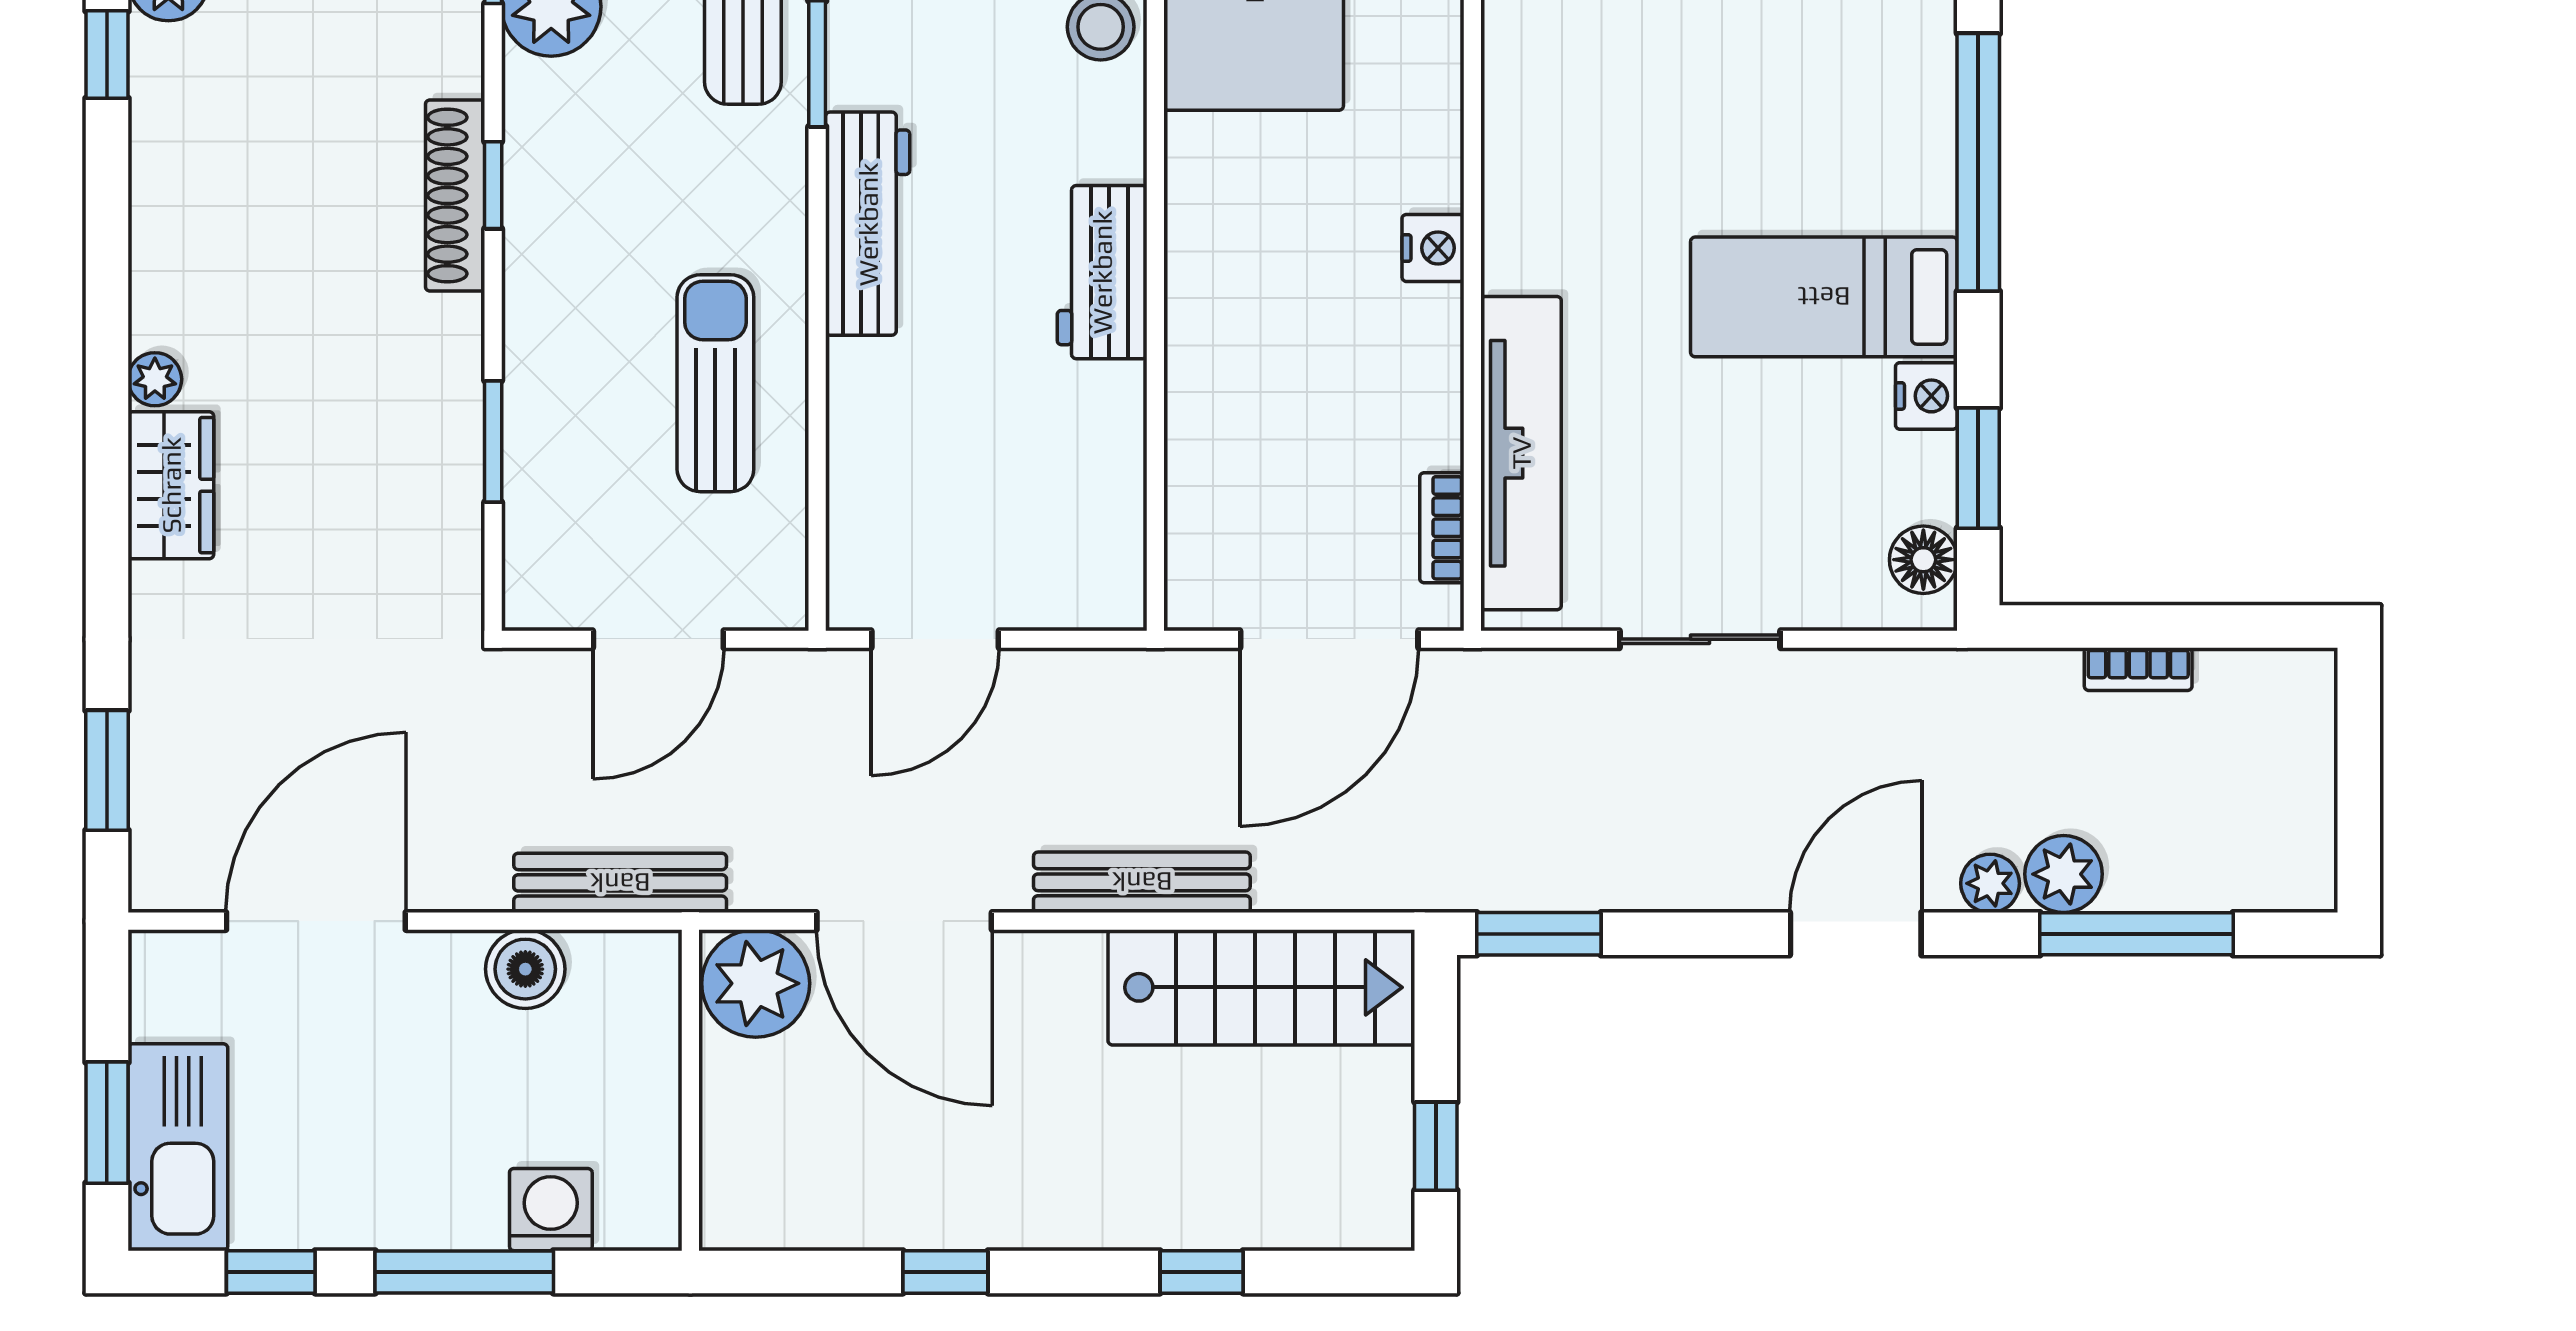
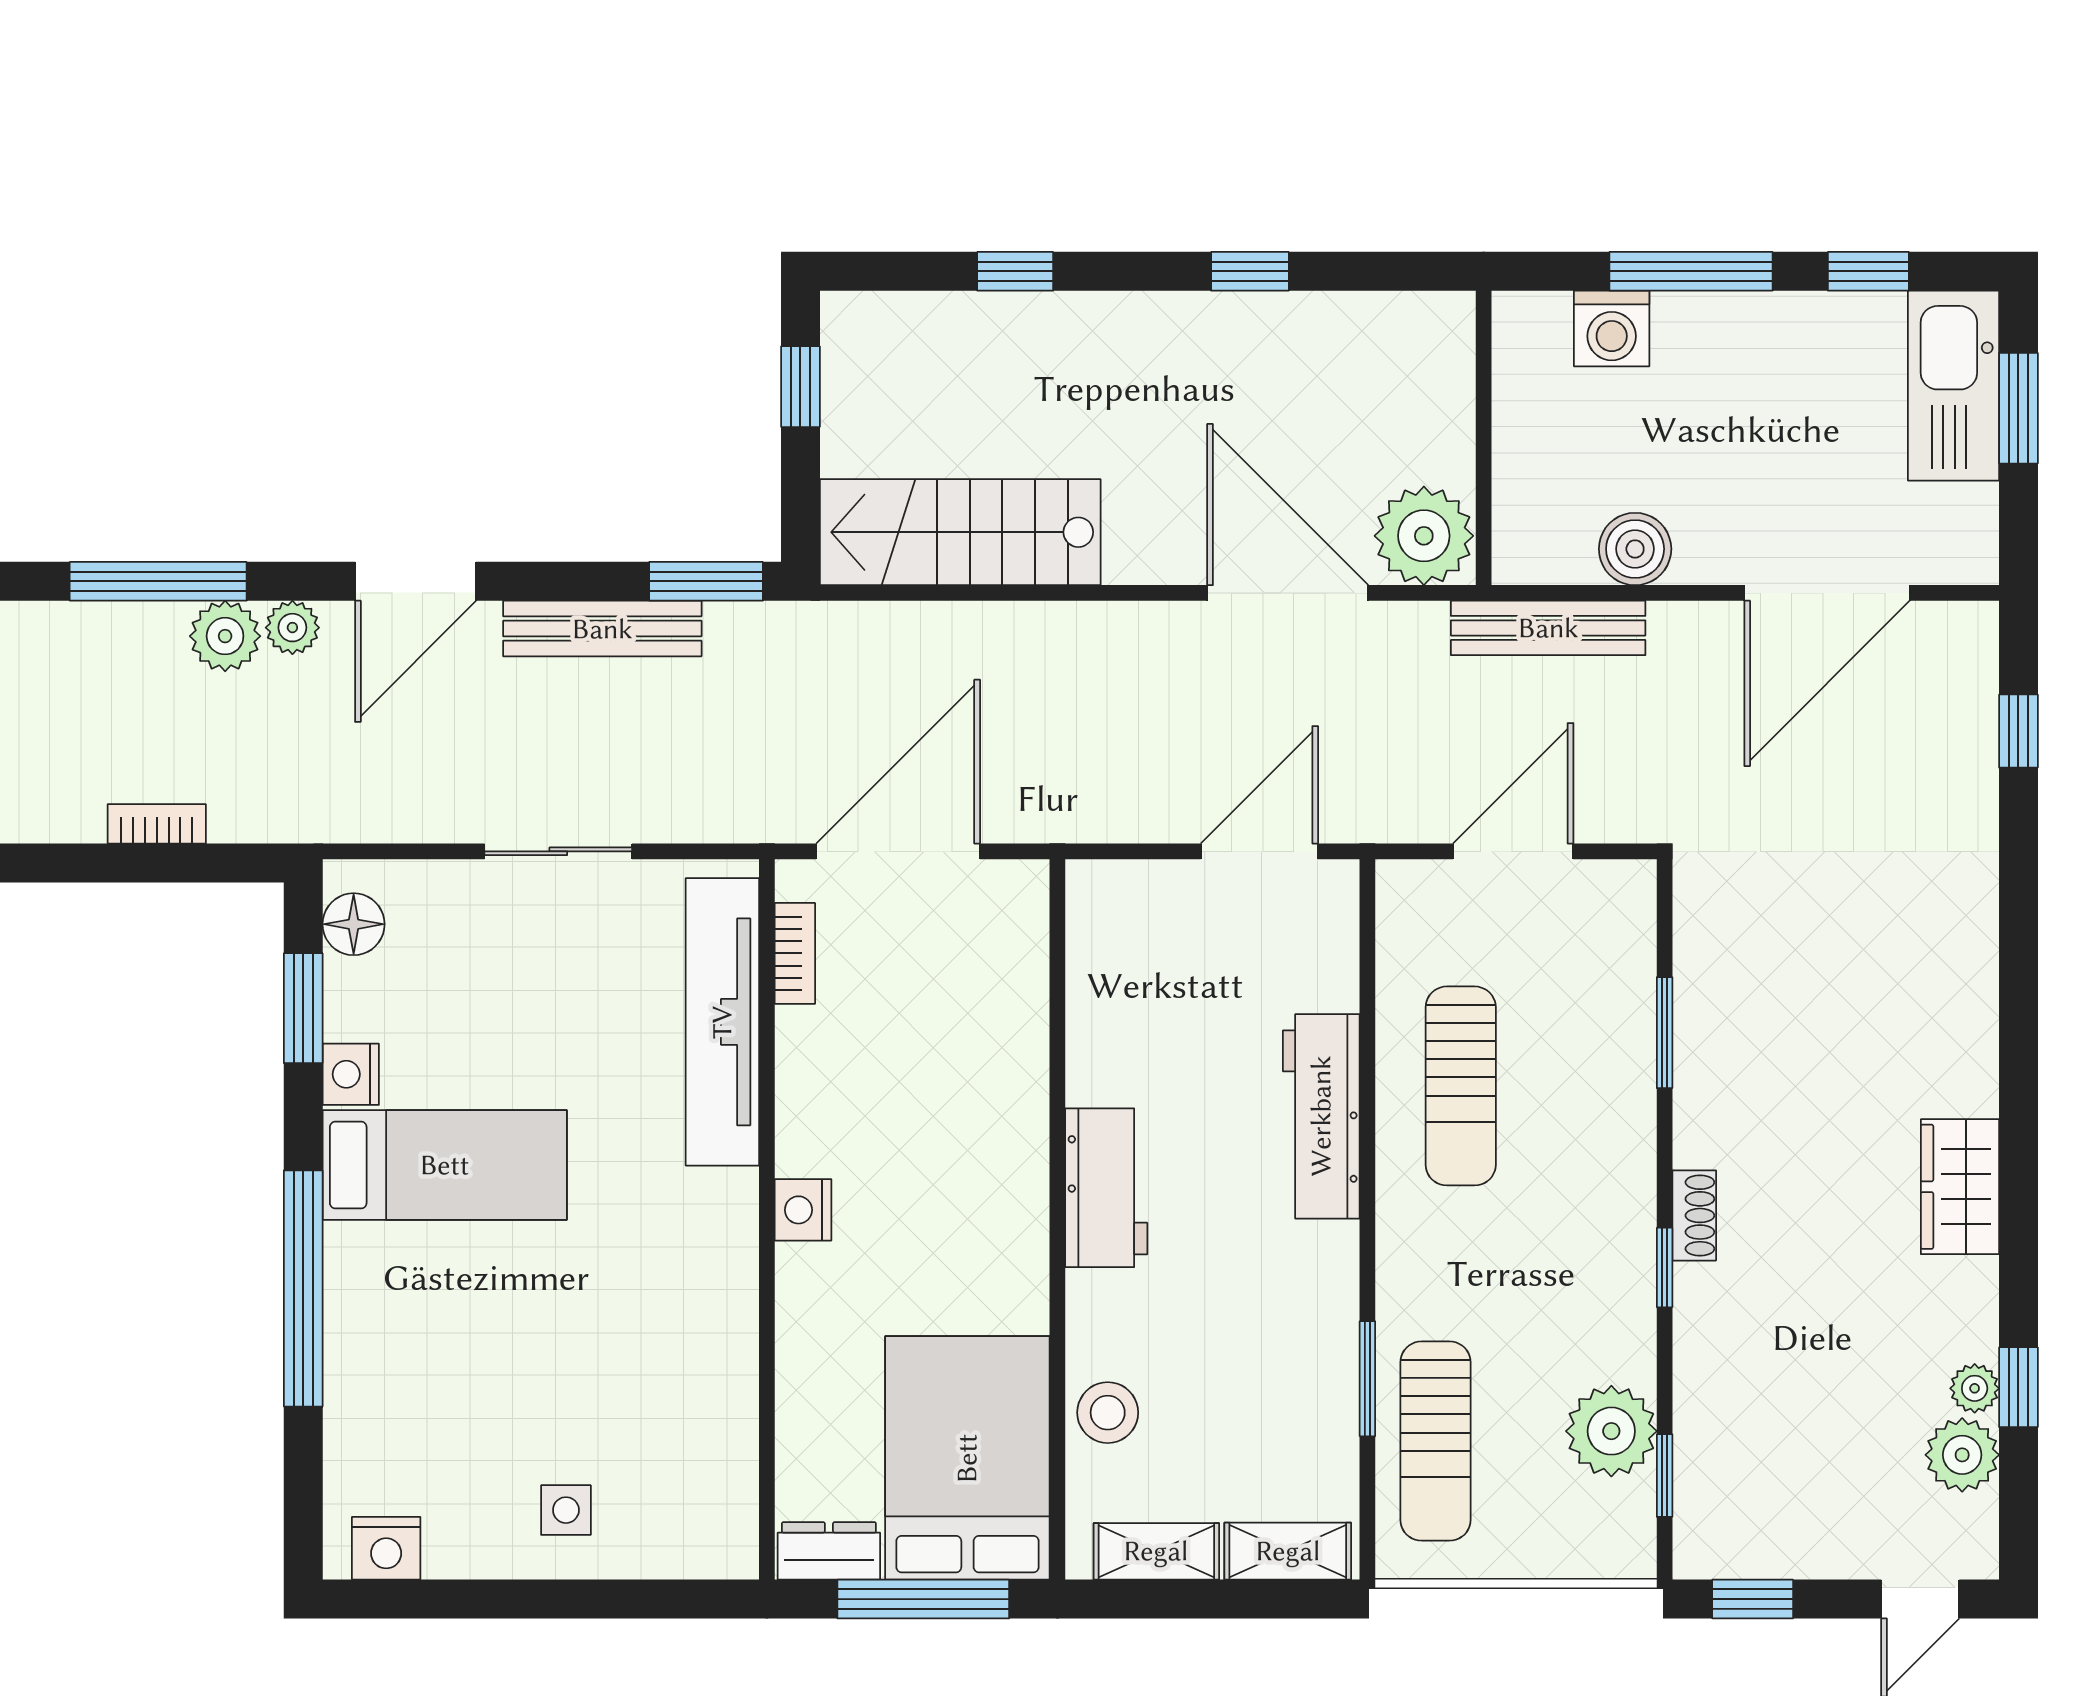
shoe rack: (455, 195) -> (1694, 1215), width x0.51, depth x0.81
workbench: (868, 224) -> (1321, 1116), moved
plant: (155, 379) -> (1975, 1388), moved
wardrobe: (171, 485) -> (1960, 1187), moved
window: (107, 770) -> (2018, 731), width x0.67
bench: (1142, 882) -> (602, 629), moved

